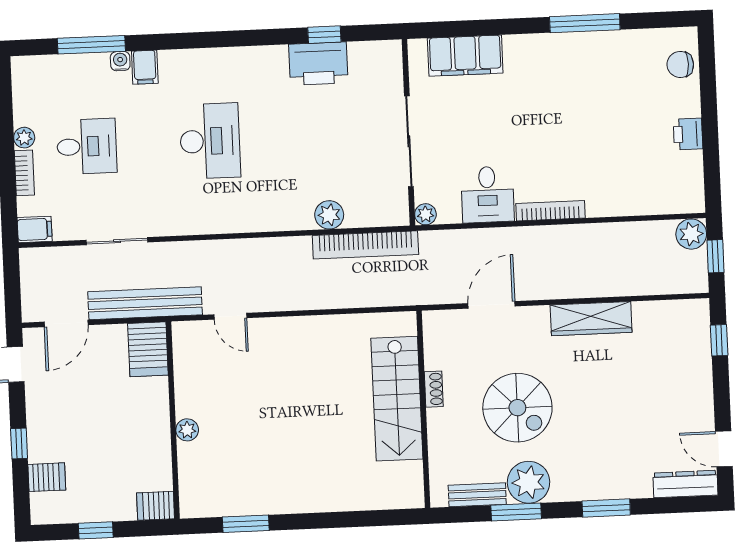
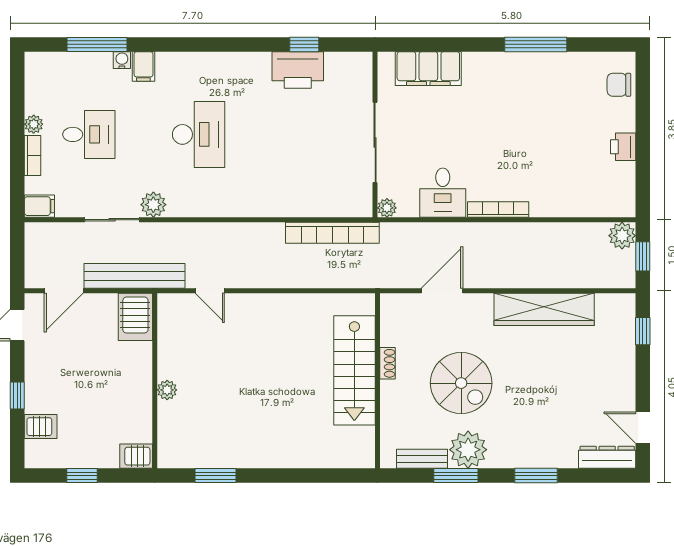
plant: (329, 215) -> (153, 205), moved
wardrobe: (591, 319) -> (544, 309), width x1.40, depth x1.17

